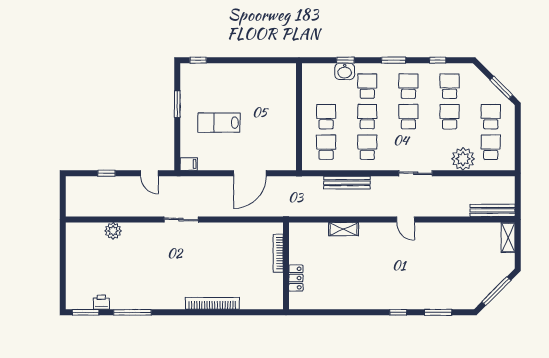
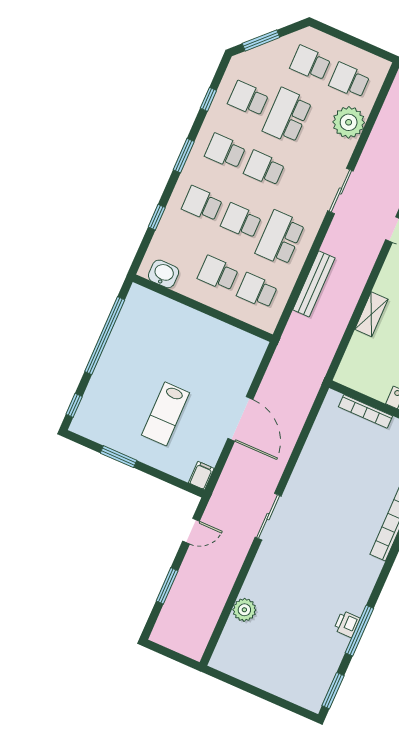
window: (253, 60) -> (105, 336), added
washbasin: (345, 71) -> (164, 274), moved, turned -90
window: (501, 88) -> (261, 40), moved
school desk: (450, 117) -> (287, 116), width x1.85
school desk: (367, 147) -> (280, 238), width x1.85
window: (106, 173) -> (167, 586), width x1.50
door: (250, 173) -> (240, 419), moved
printer: (101, 302) -> (347, 624), moved

